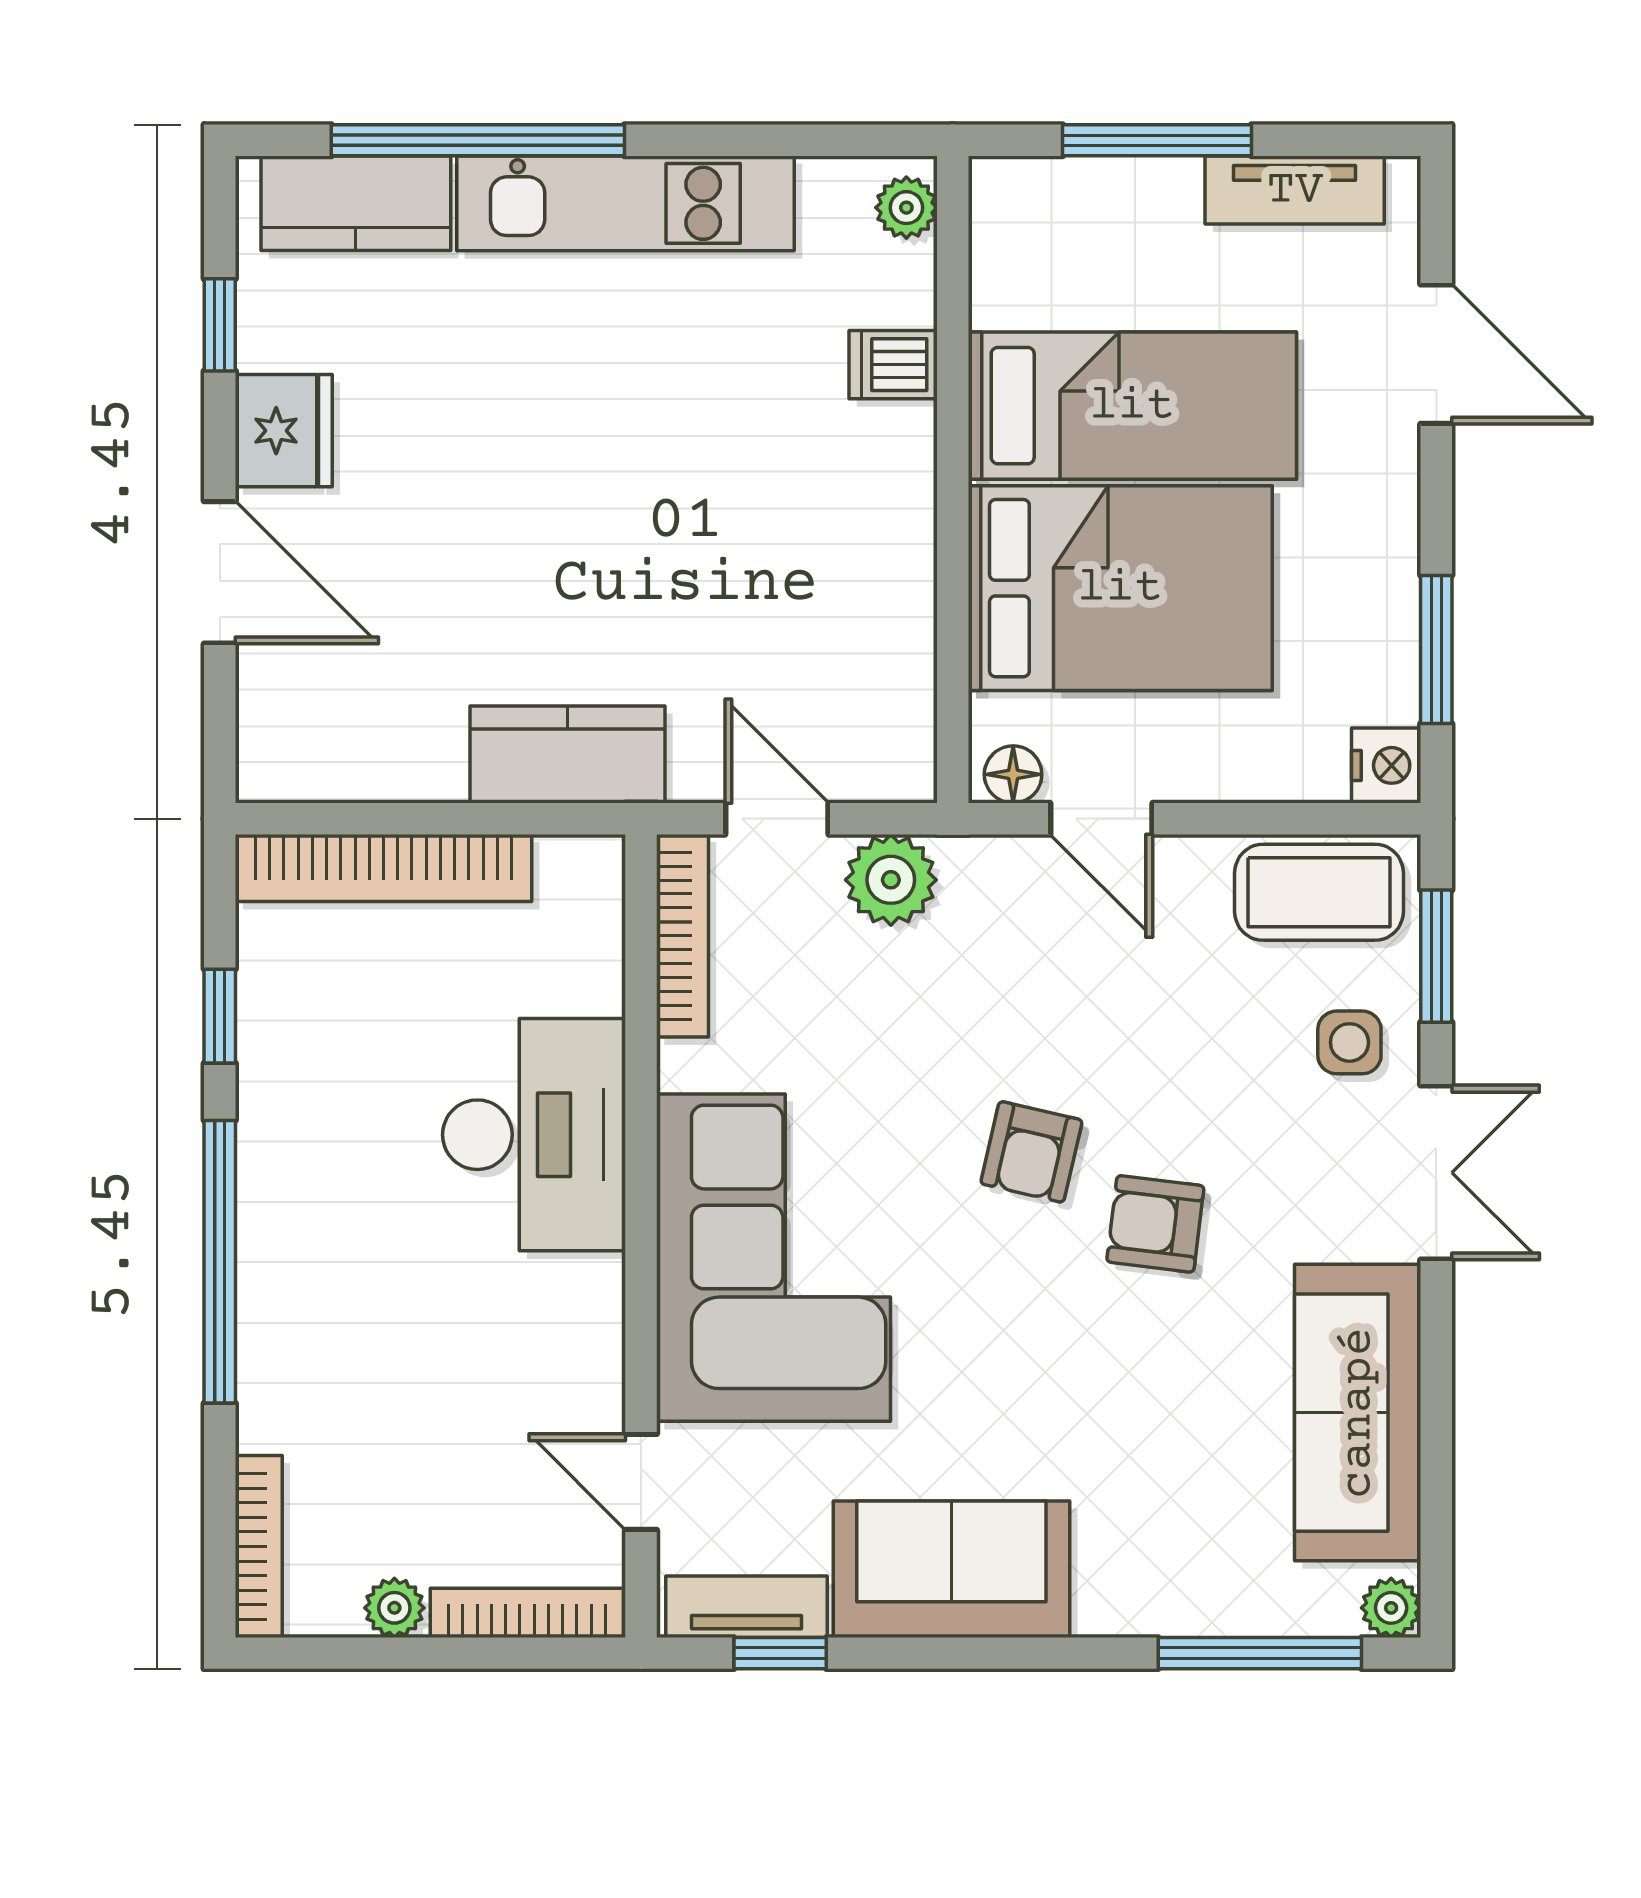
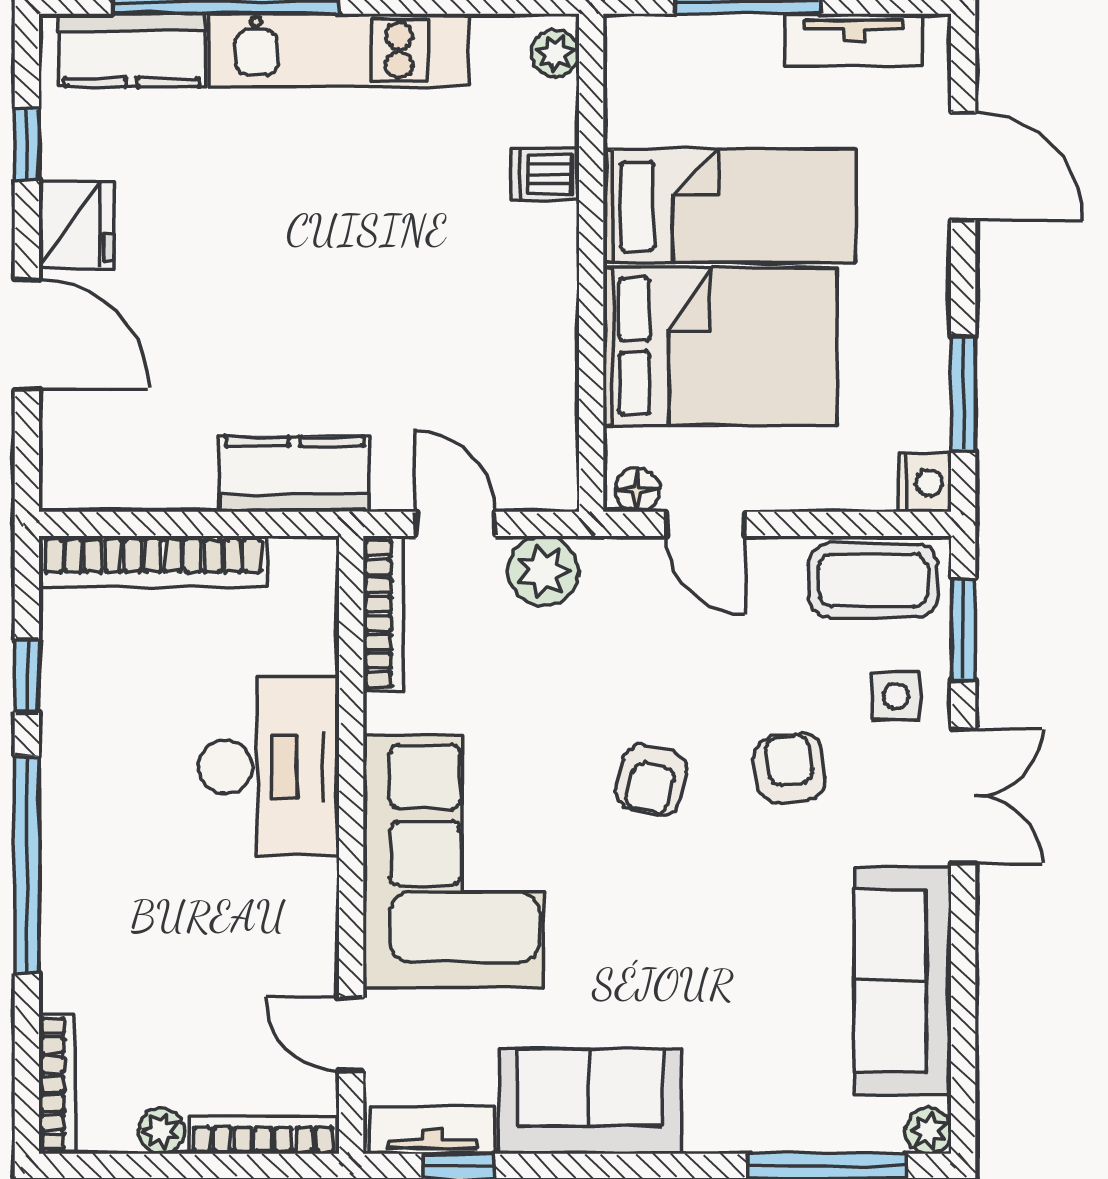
armchair: (1155, 1224) -> (790, 768), moved, turned 75

